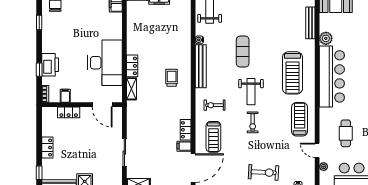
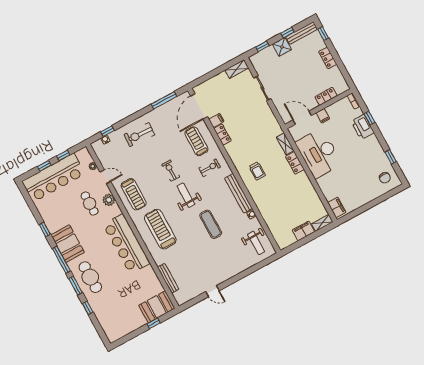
plant: (326, 38) -> (109, 200), moved
filing cabinet: (65, 96) -> (323, 116), moved

